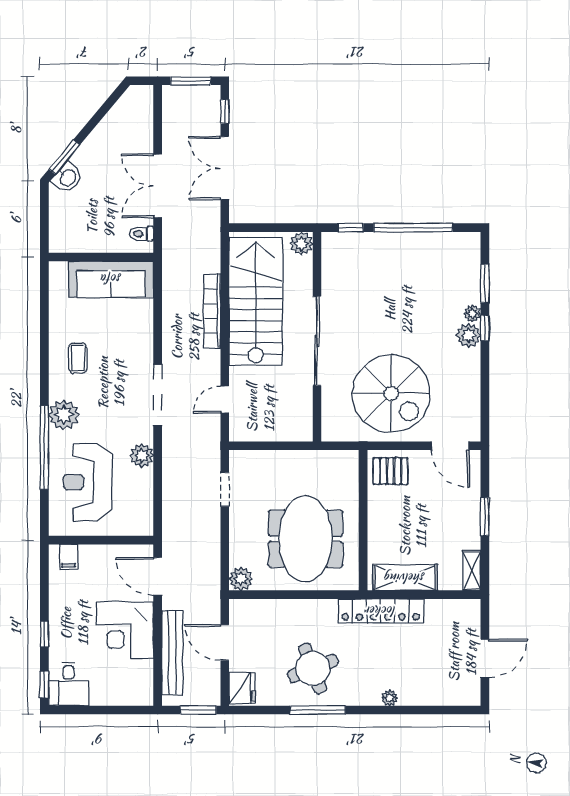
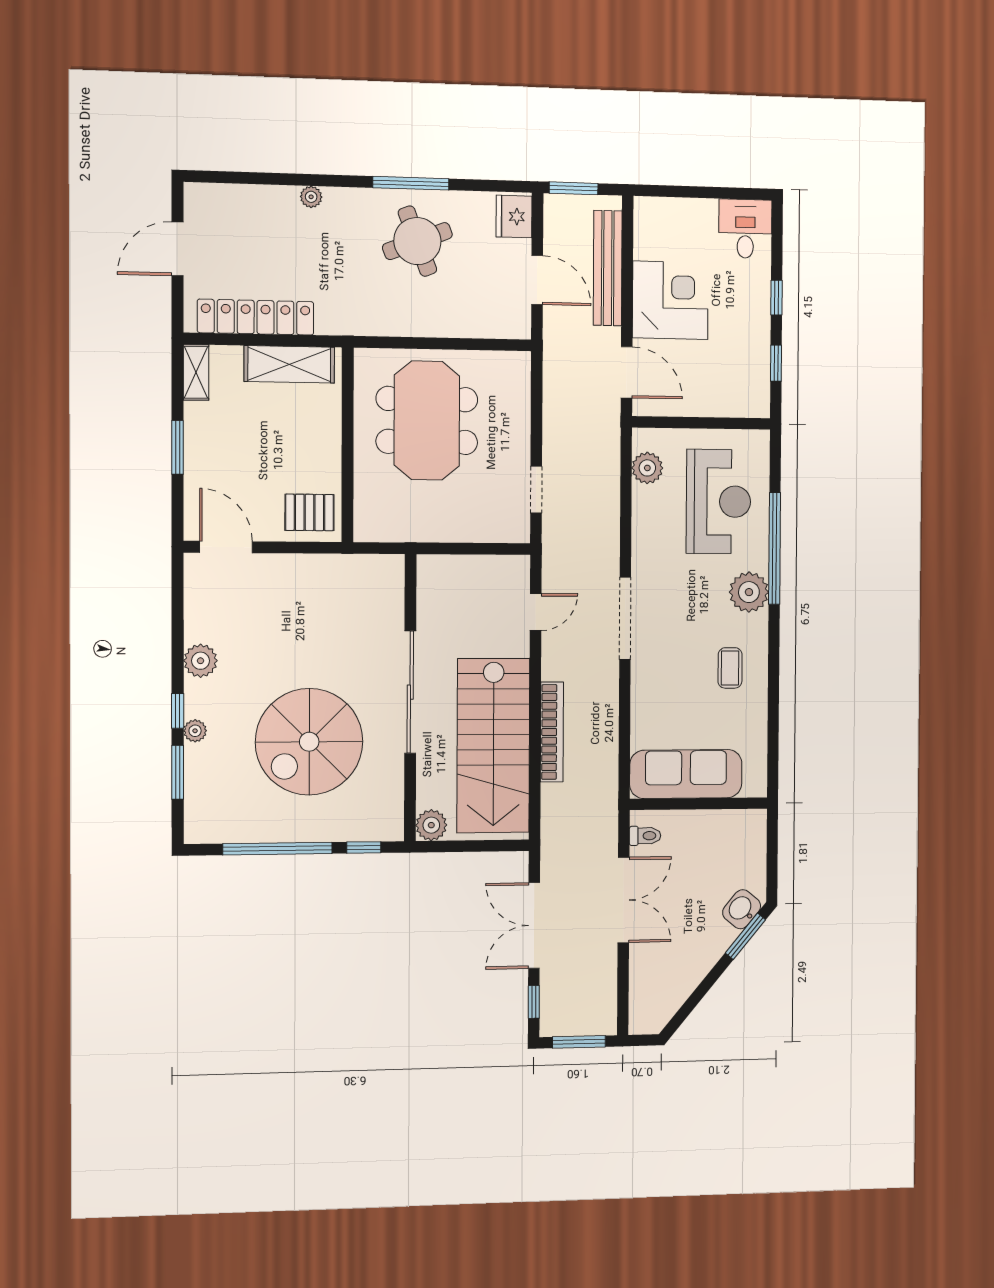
double door: (225, 168) -> (534, 925), swing flipped
plant: (469, 335) -> (201, 661), moved
spiral stairs: (391, 393) -> (309, 742), moved, turned -90
plant: (142, 456) -> (647, 468), moved
filing cabinet: (69, 557) -> (744, 401), removed
plant: (241, 579) -> (515, 367), removed
locker: (381, 611) -> (256, 317), moved
window: (44, 685) -> (776, 363), moved

